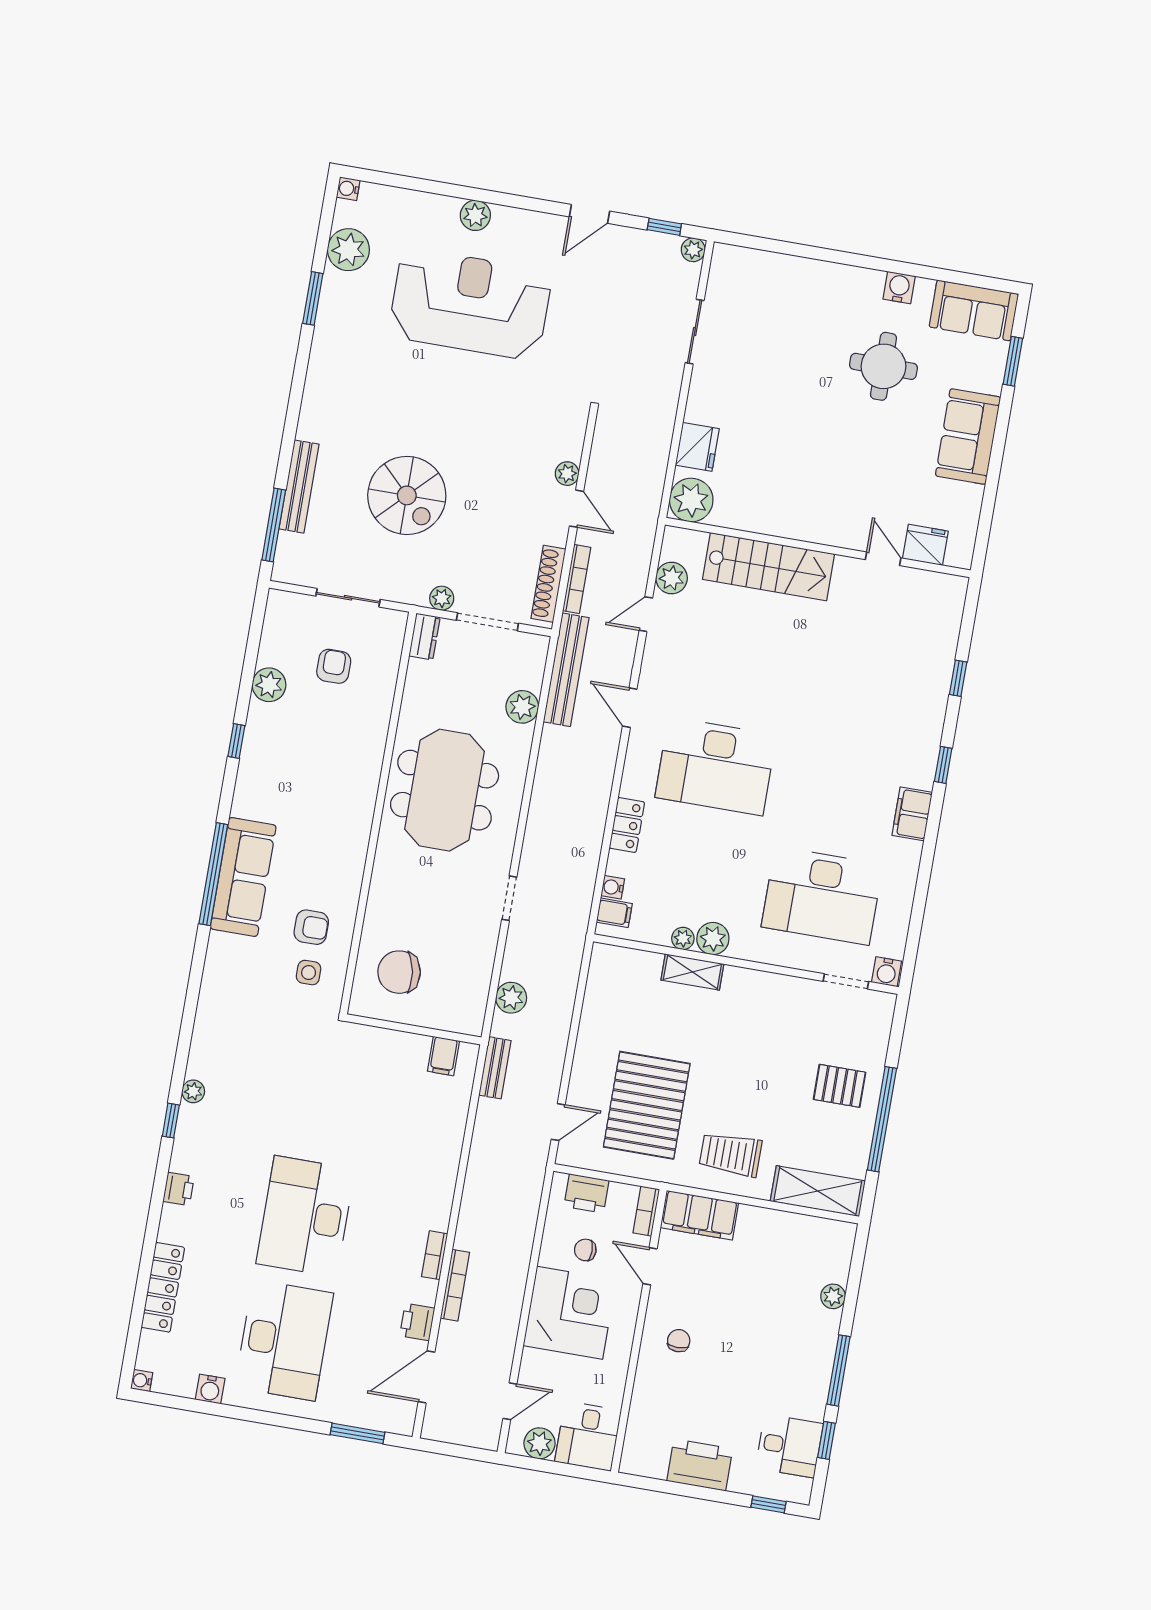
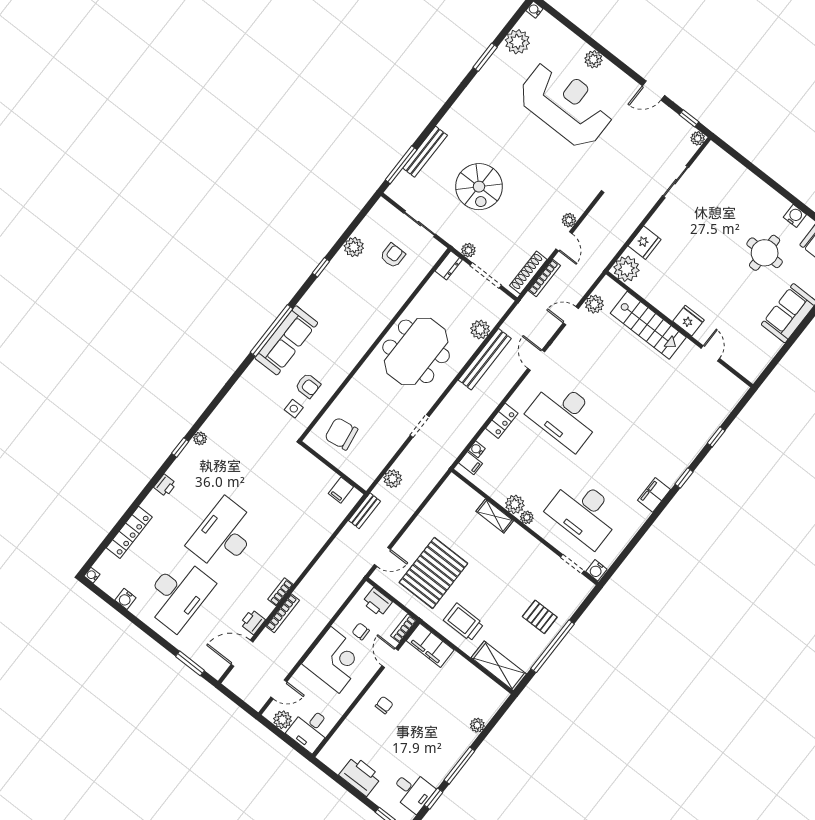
fridge: (925, 545) -> (689, 321), moved
bench: (566, 670) -> (485, 359), moved
plant: (683, 938) -> (527, 517), moved

